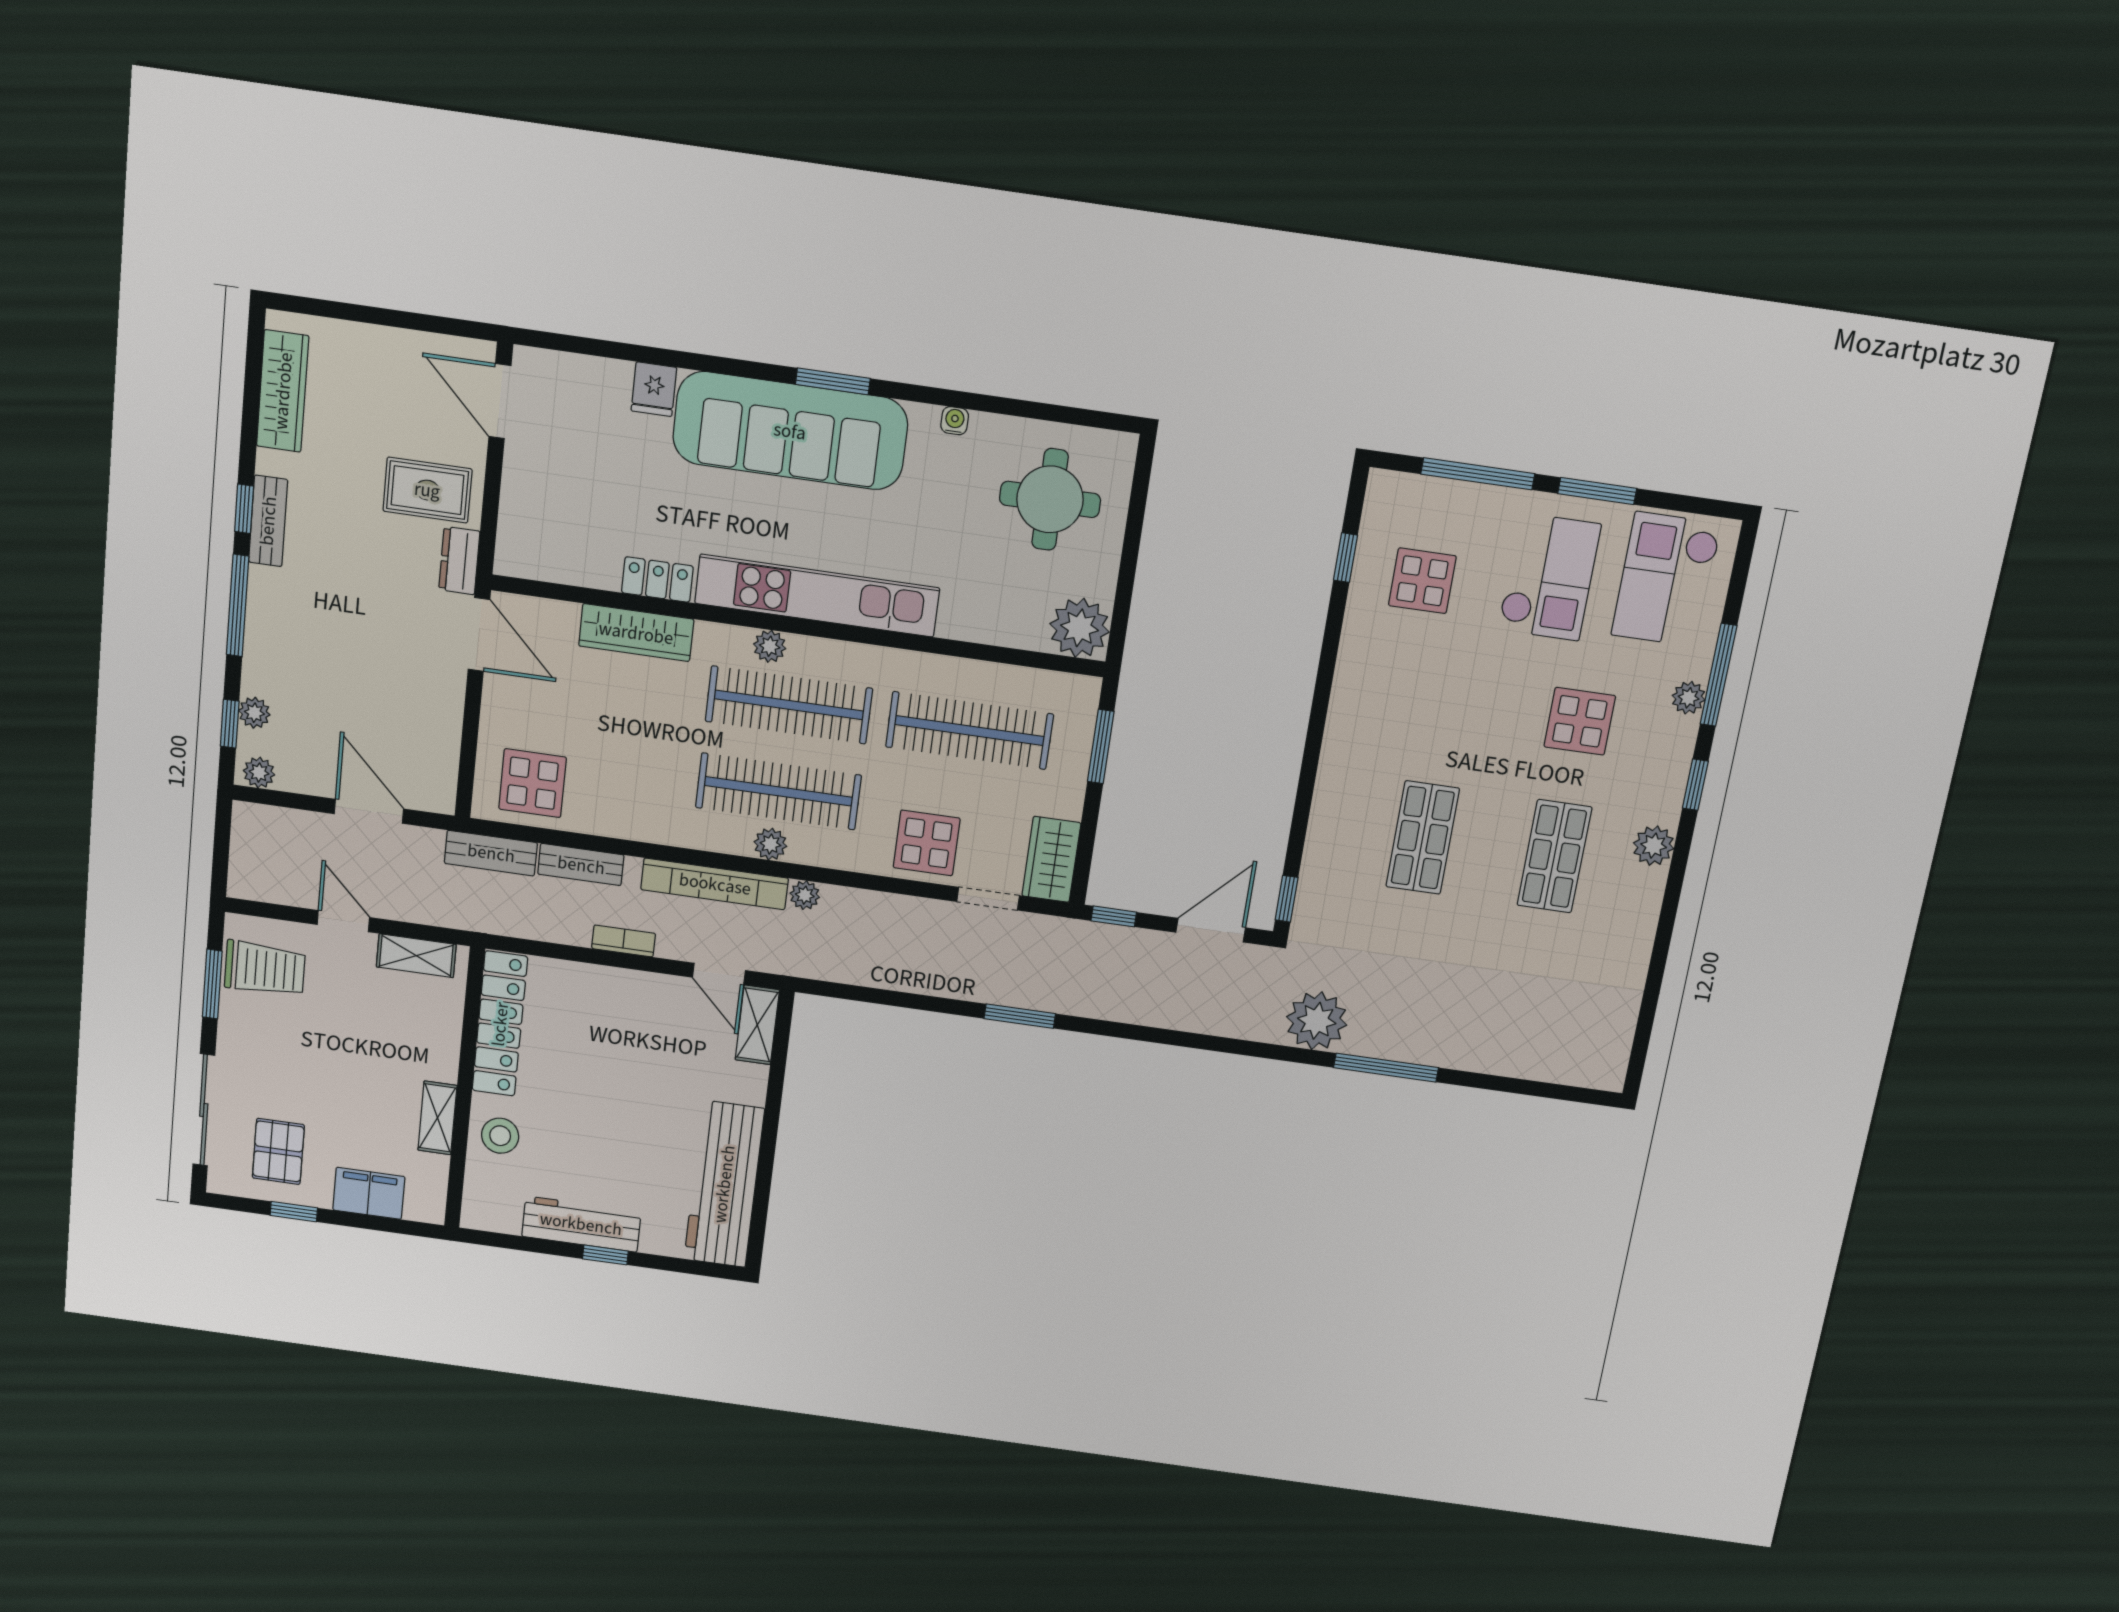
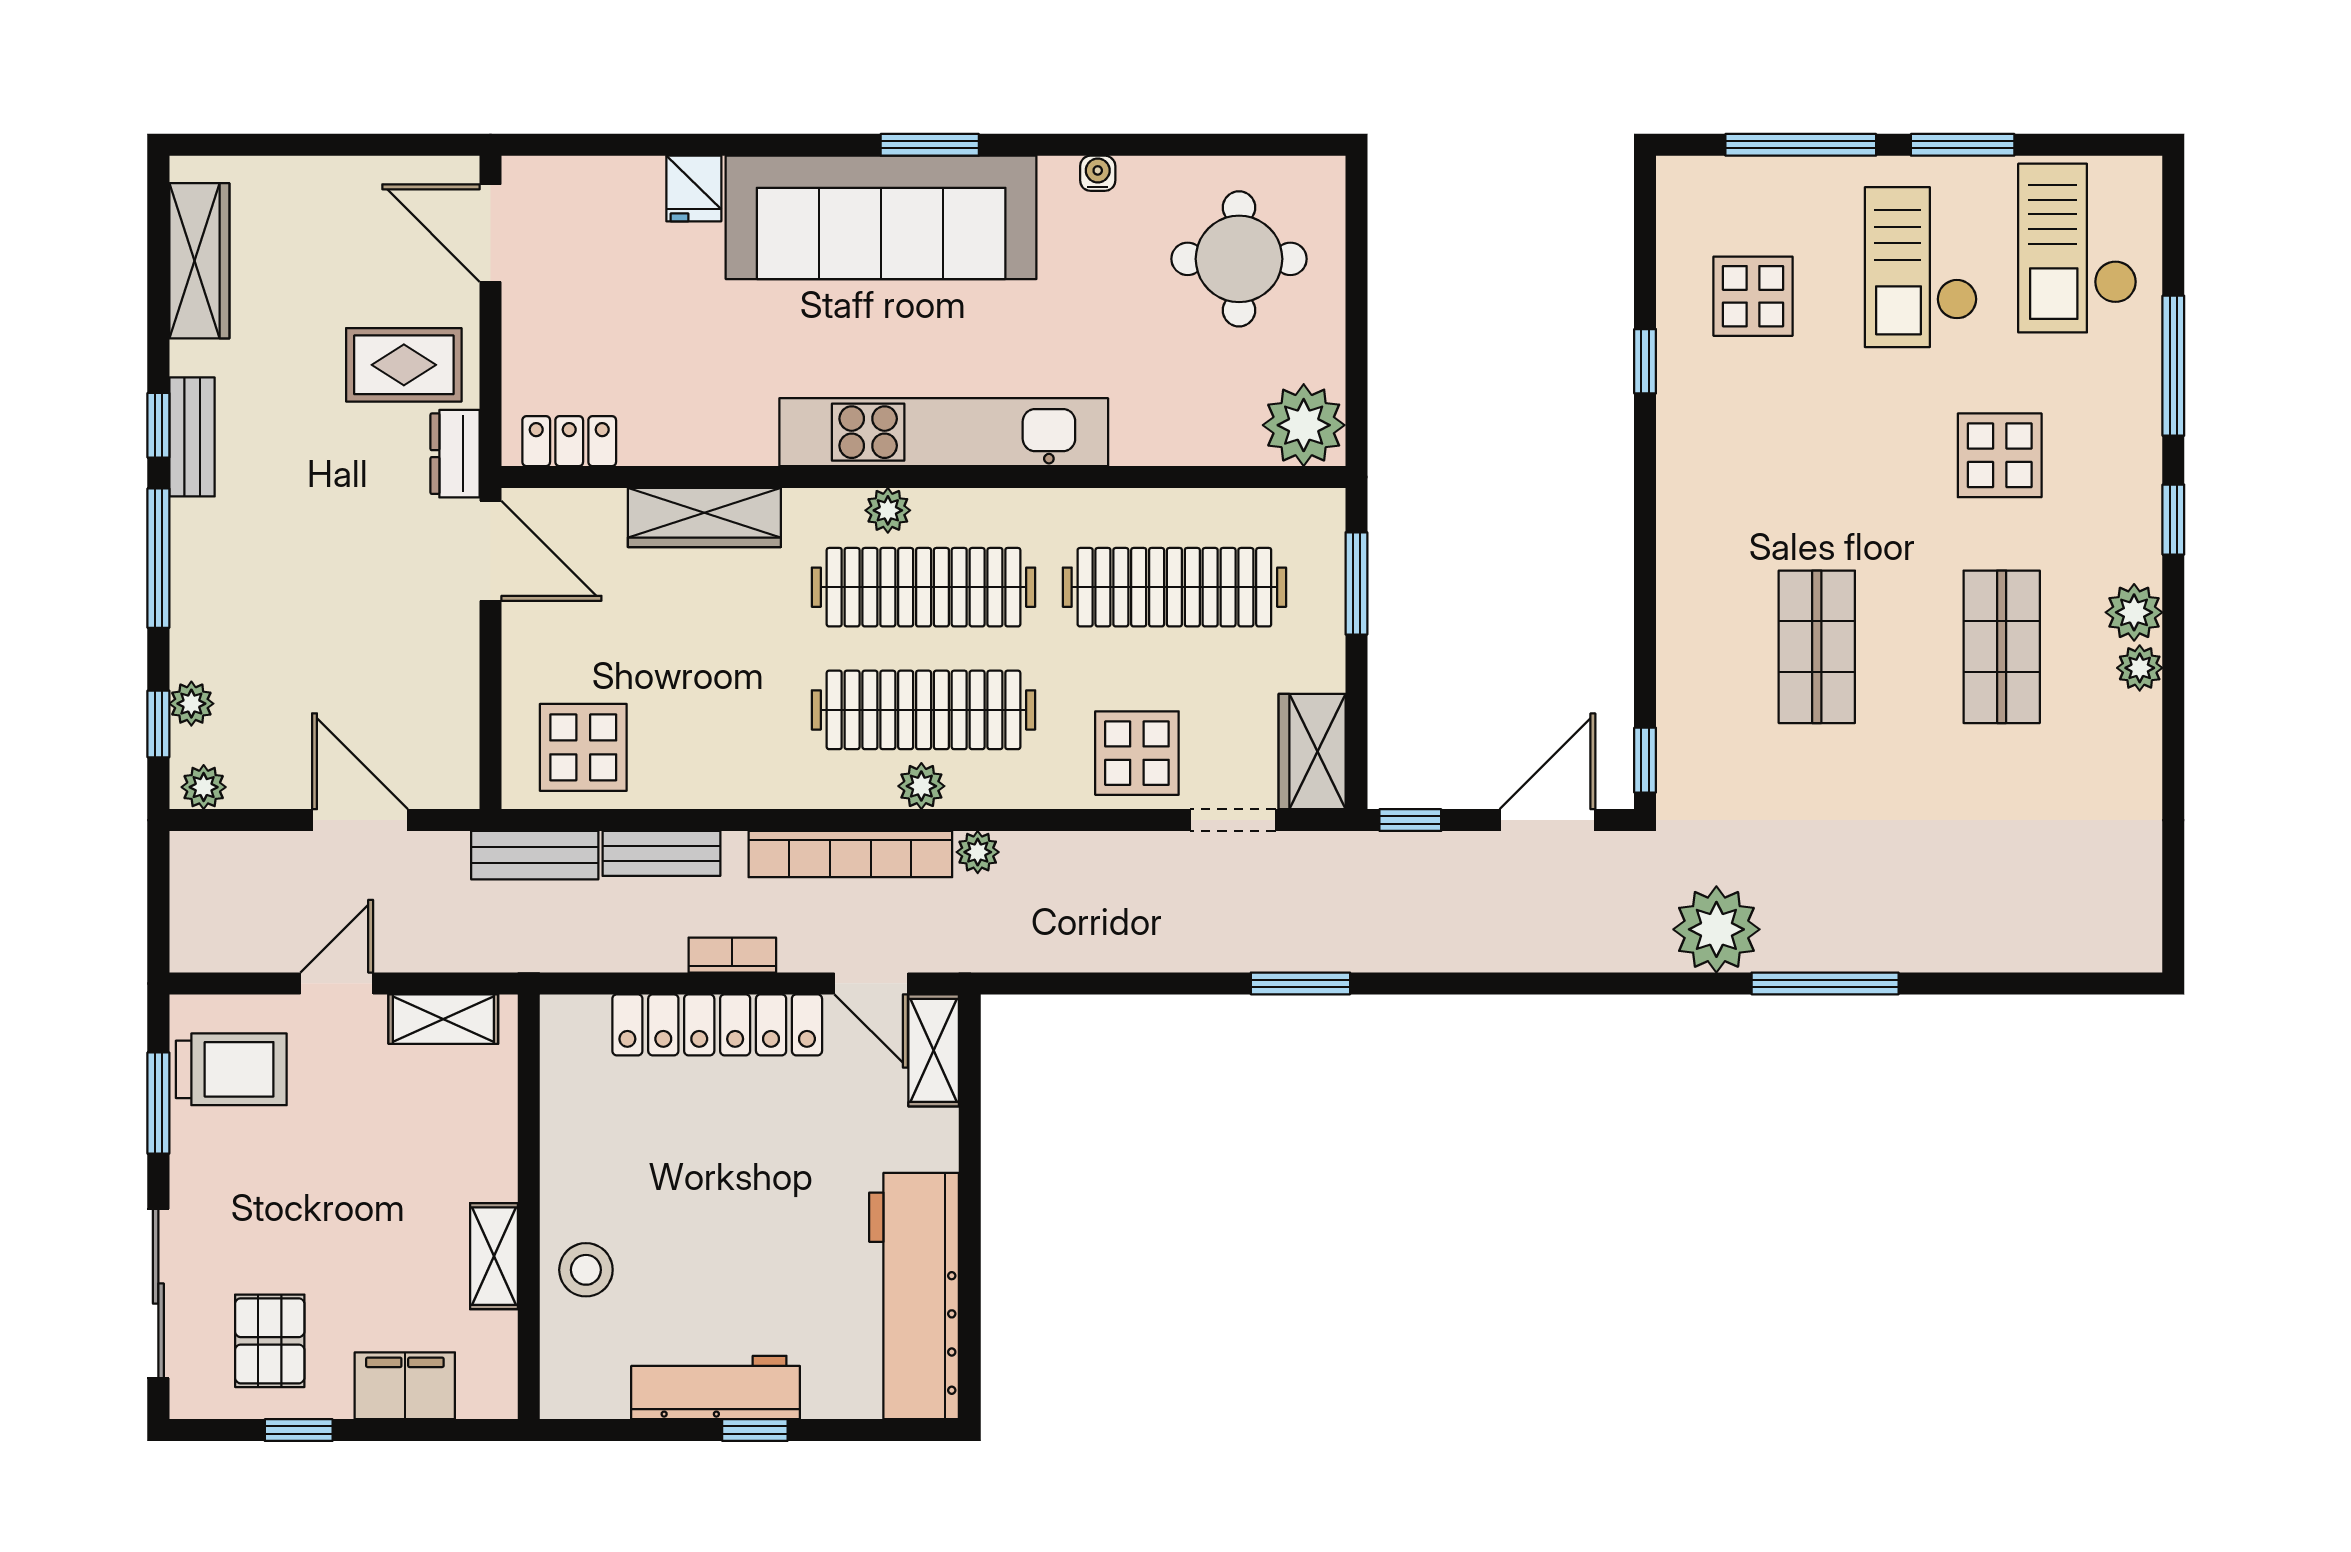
window: (1346, 558) -> (1645, 361), moved
checkout: (1549, 577) -> (1921, 267), turned 180
locker: (657, 579) -> (569, 441), moved
plant: (1689, 698) -> (2140, 668), moved
door: (343, 921) -> (337, 983), hinge flipped
locker: (500, 1024) -> (717, 1025), moved, turned 90

